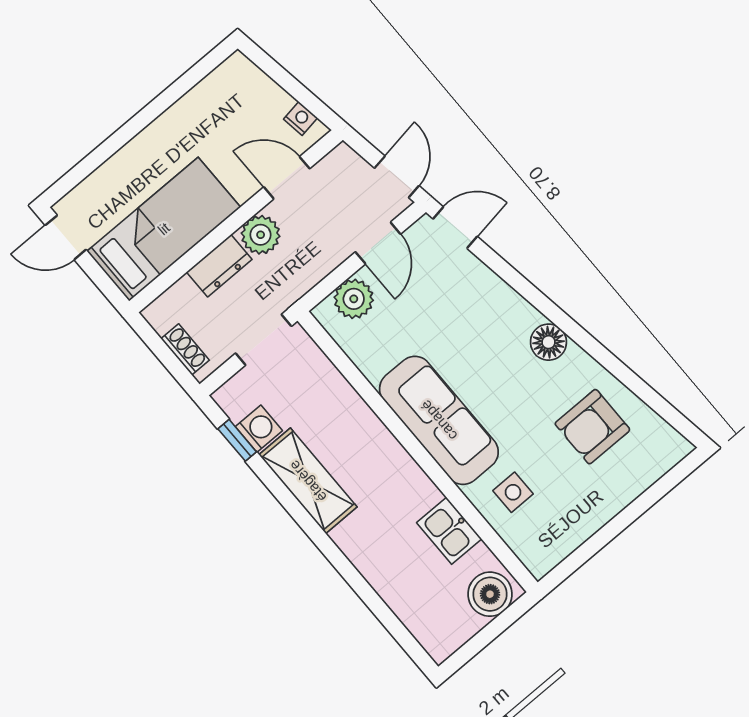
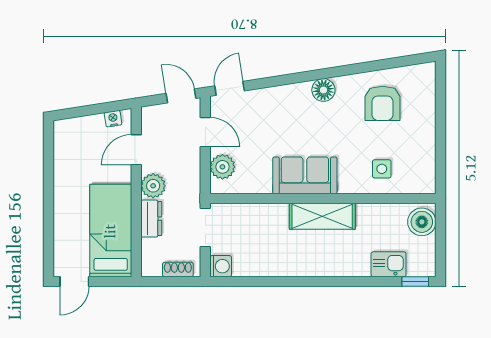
sofa: (439, 420) -> (305, 175), width x0.73
washing machine: (259, 429) -> (221, 266), moved, turned 90
window: (237, 440) -> (415, 281), moved
shelving: (308, 481) -> (322, 216), moved
kitchen sink: (449, 531) -> (389, 264), moved, turned 180

